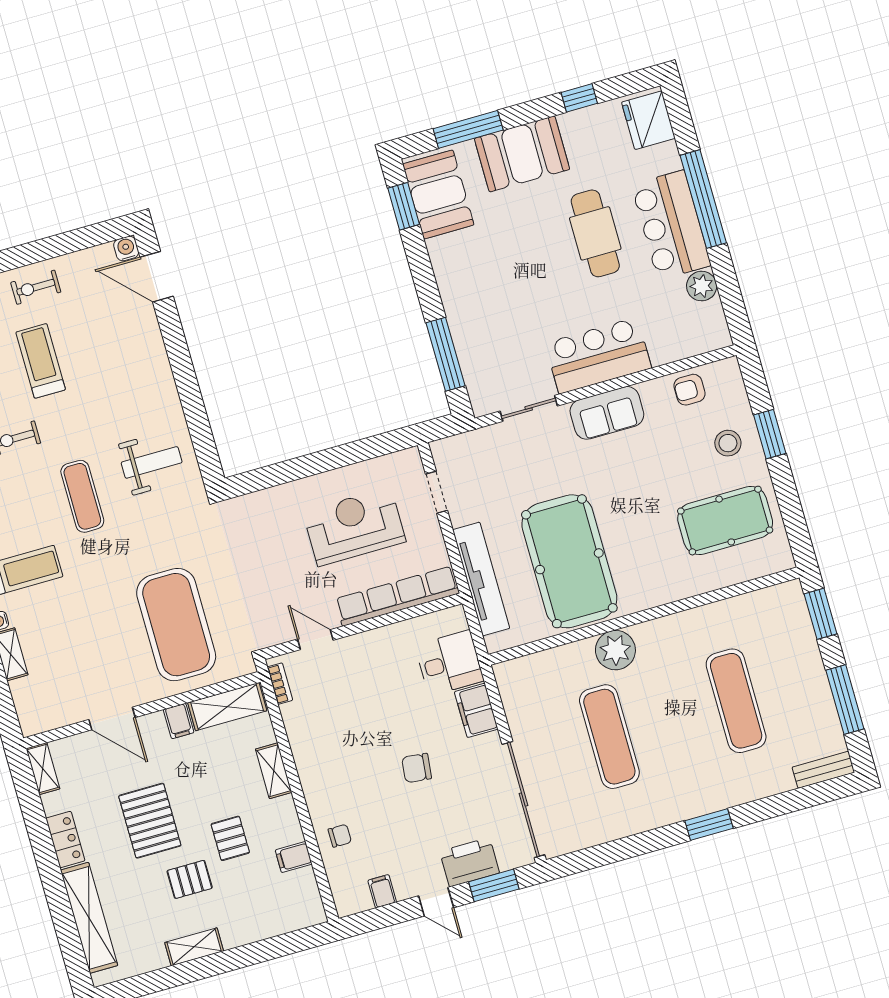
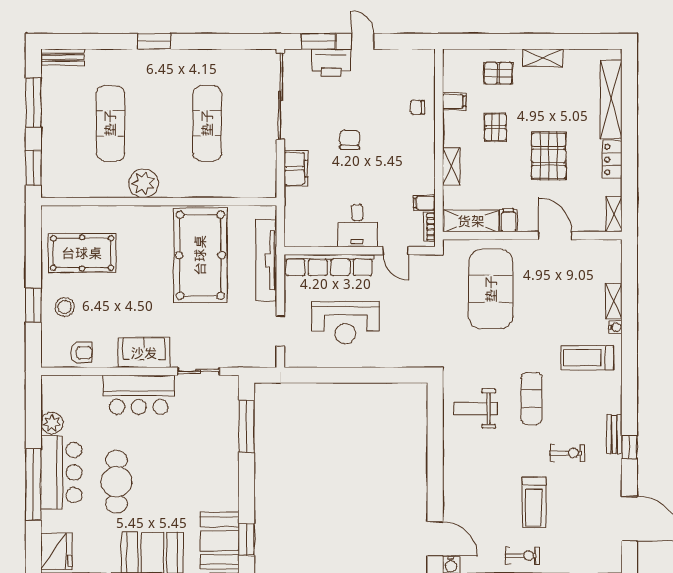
plant: (615, 650) -> (143, 183), moved
desk: (449, 663) -> (357, 226), moved, turned -90
chair: (417, 768) -> (350, 140), turned -96
pallet: (190, 879) -> (498, 73), moved
filing cabinet: (382, 891) -> (424, 203), moved, turned 90

